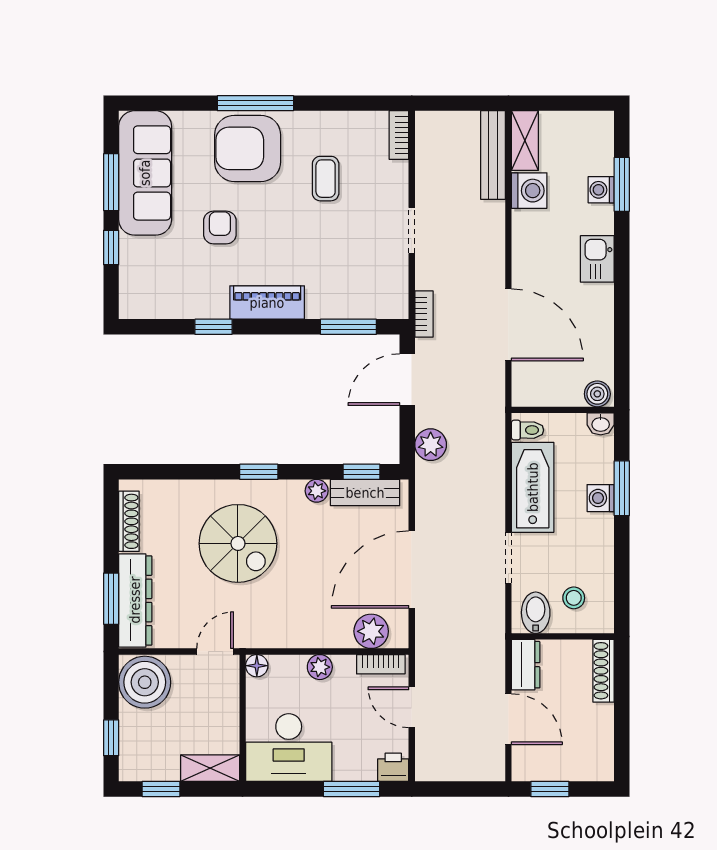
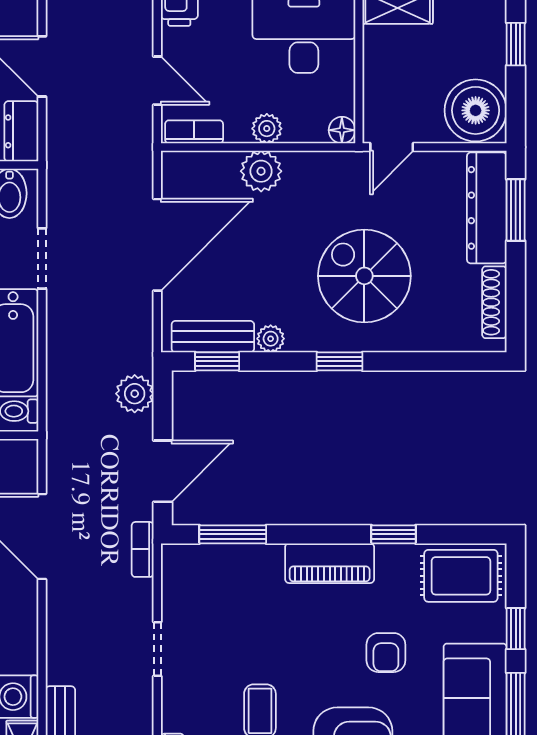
rug: (157, 292) -> (461, 576), added
plant: (371, 631) -> (261, 171), moved

